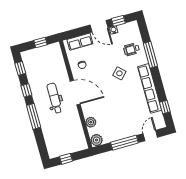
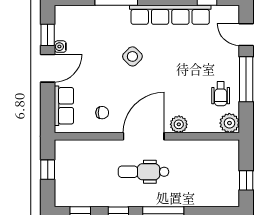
wheelchair: (131, 49) -> (221, 94), moved
plant: (91, 122) -> (179, 124), moved

